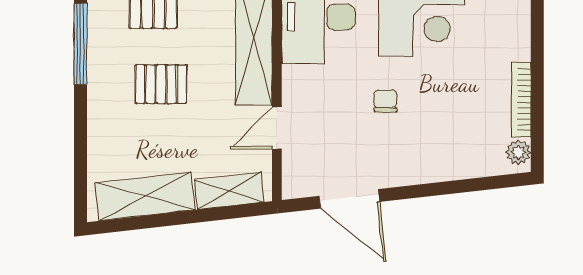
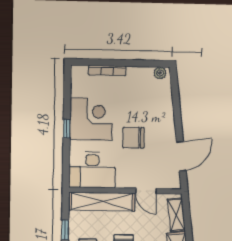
bookcase: (521, 100) -> (107, 70), moved
chair: (385, 101) -> (134, 138), width x1.87, depth x1.87

